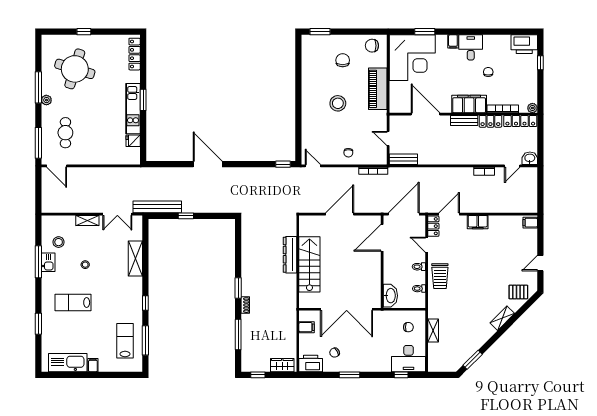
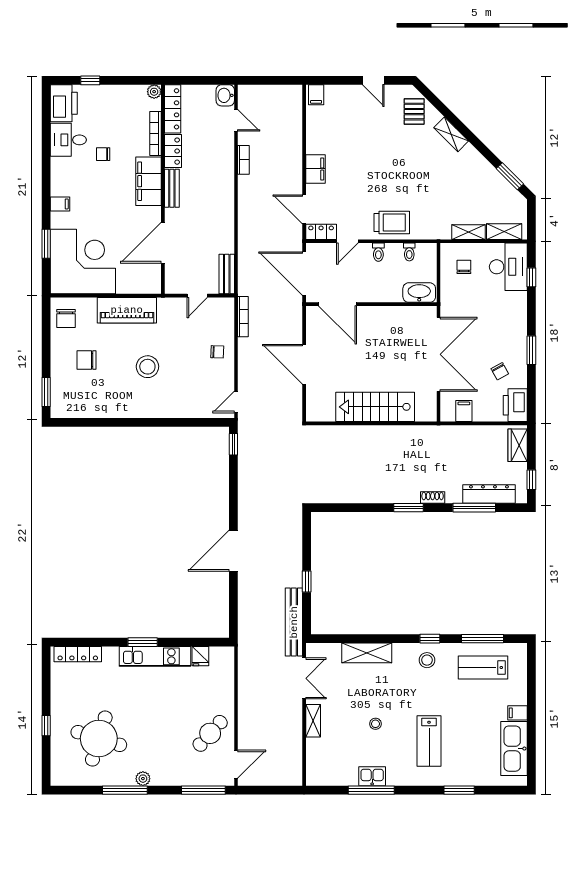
desk: (471, 47) -> (68, 140), moved
cafe table: (65, 133) -> (210, 733), moved, turned -48
stool: (59, 242) -> (427, 660), moved
dresser: (290, 255) -> (489, 494), moved, turned 180
shelving: (433, 356) -> (504, 232), added

